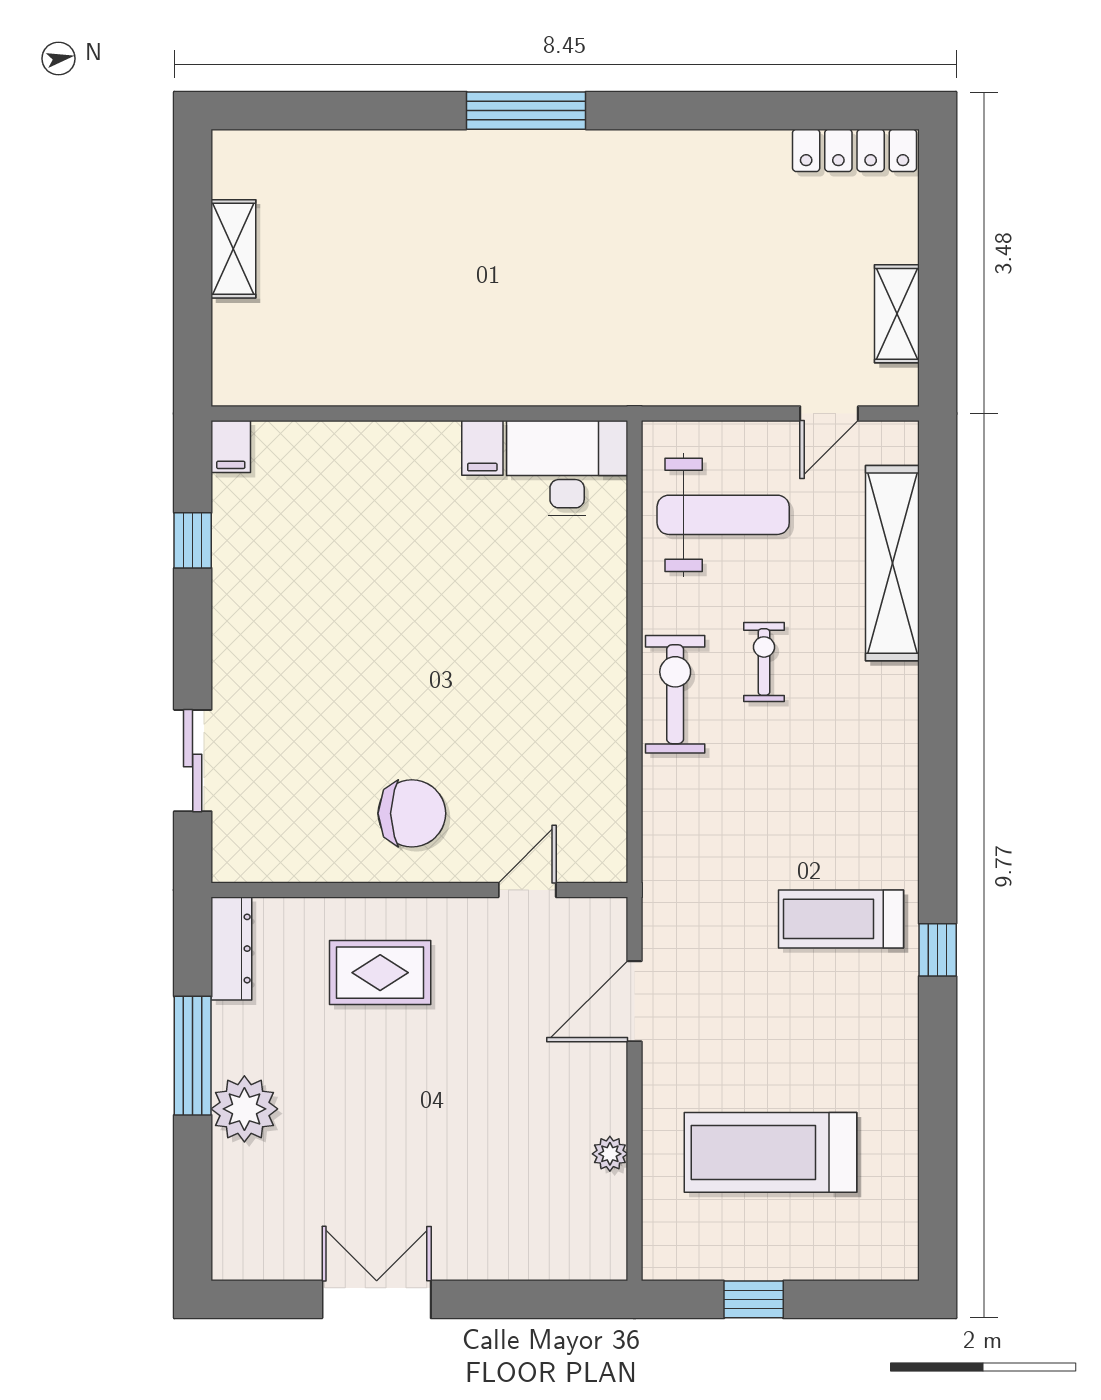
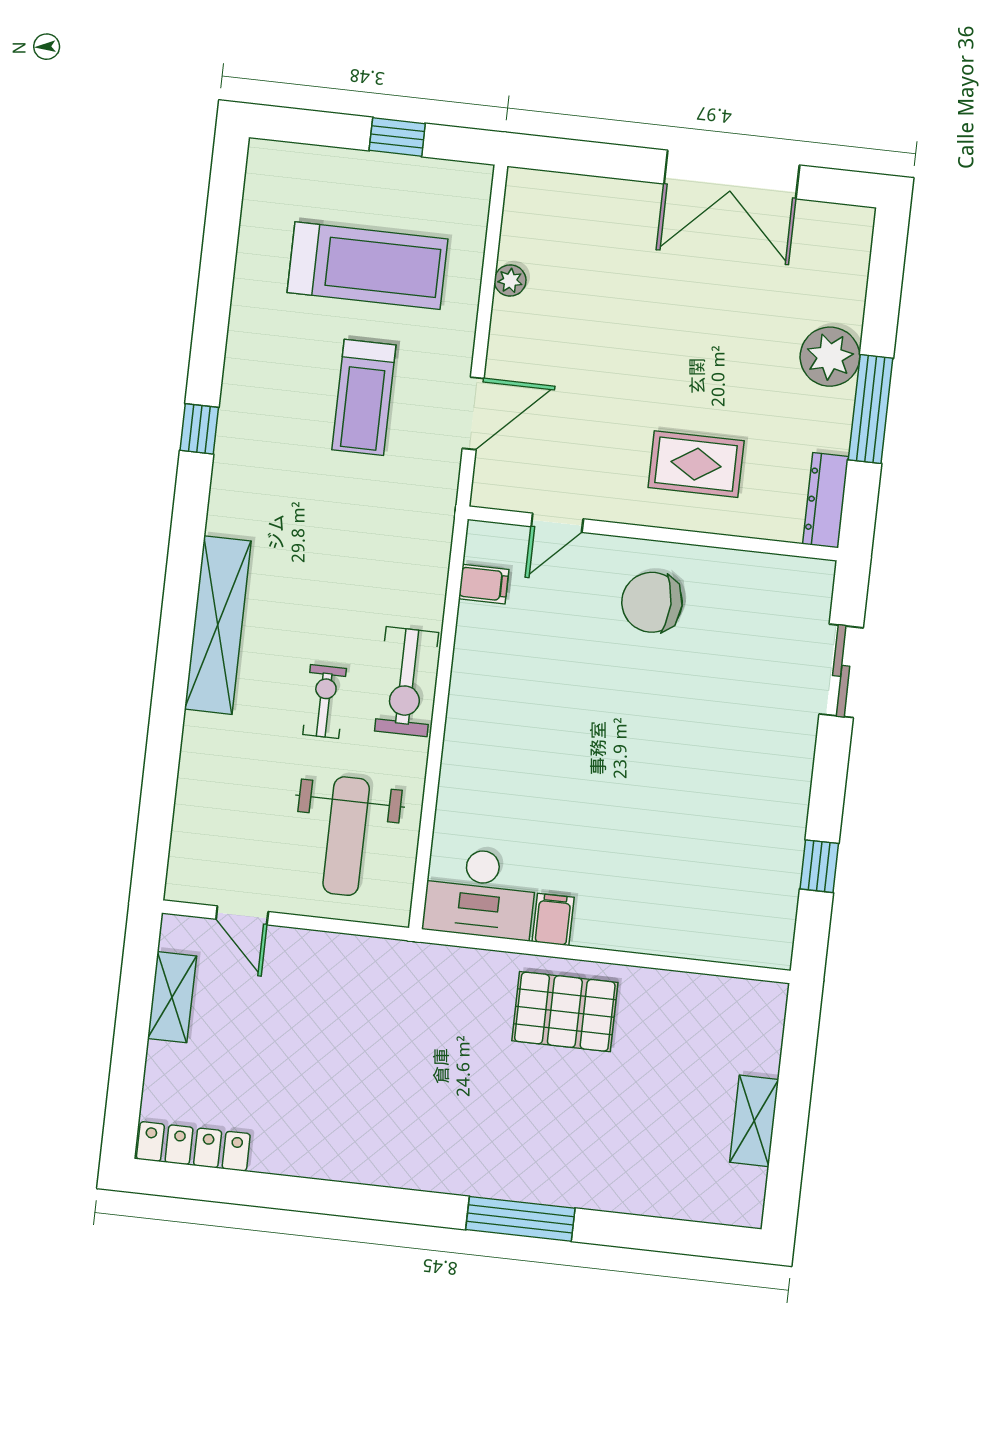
window: (526, 111) -> (520, 1219), moved
pallet: (458, 347) -> (565, 1012), added
door: (829, 414) -> (242, 915), swing flipped
filing cabinet: (231, 447) -> (484, 584), moved, turned 90
weight bench: (723, 515) -> (346, 836), turned -90
shelving: (892, 563) -> (218, 625), moved
exercise bike: (764, 662) -> (325, 701), turned 180
treadmill: (841, 919) -> (364, 397), moved, turned 90
double door: (377, 1299) -> (732, 175), width x1.37

